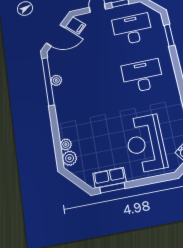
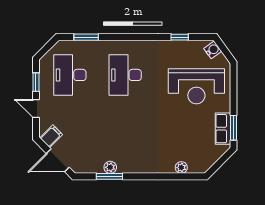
door: (56, 35) -> (58, 160), swing flipped
window: (48, 81) -> (109, 176), width x0.47
plant: (70, 158) -> (196, 166), removed

